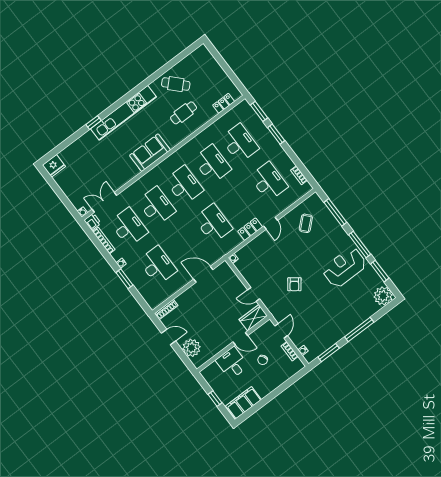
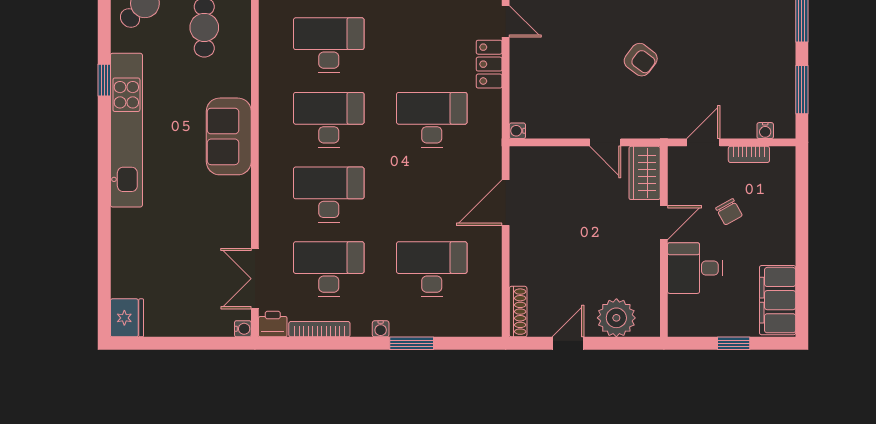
window: (93, 123) -> (104, 80), moved
door: (254, 294) -> (605, 142), hinge flipped
door: (281, 331) -> (703, 142), hinge flipped

